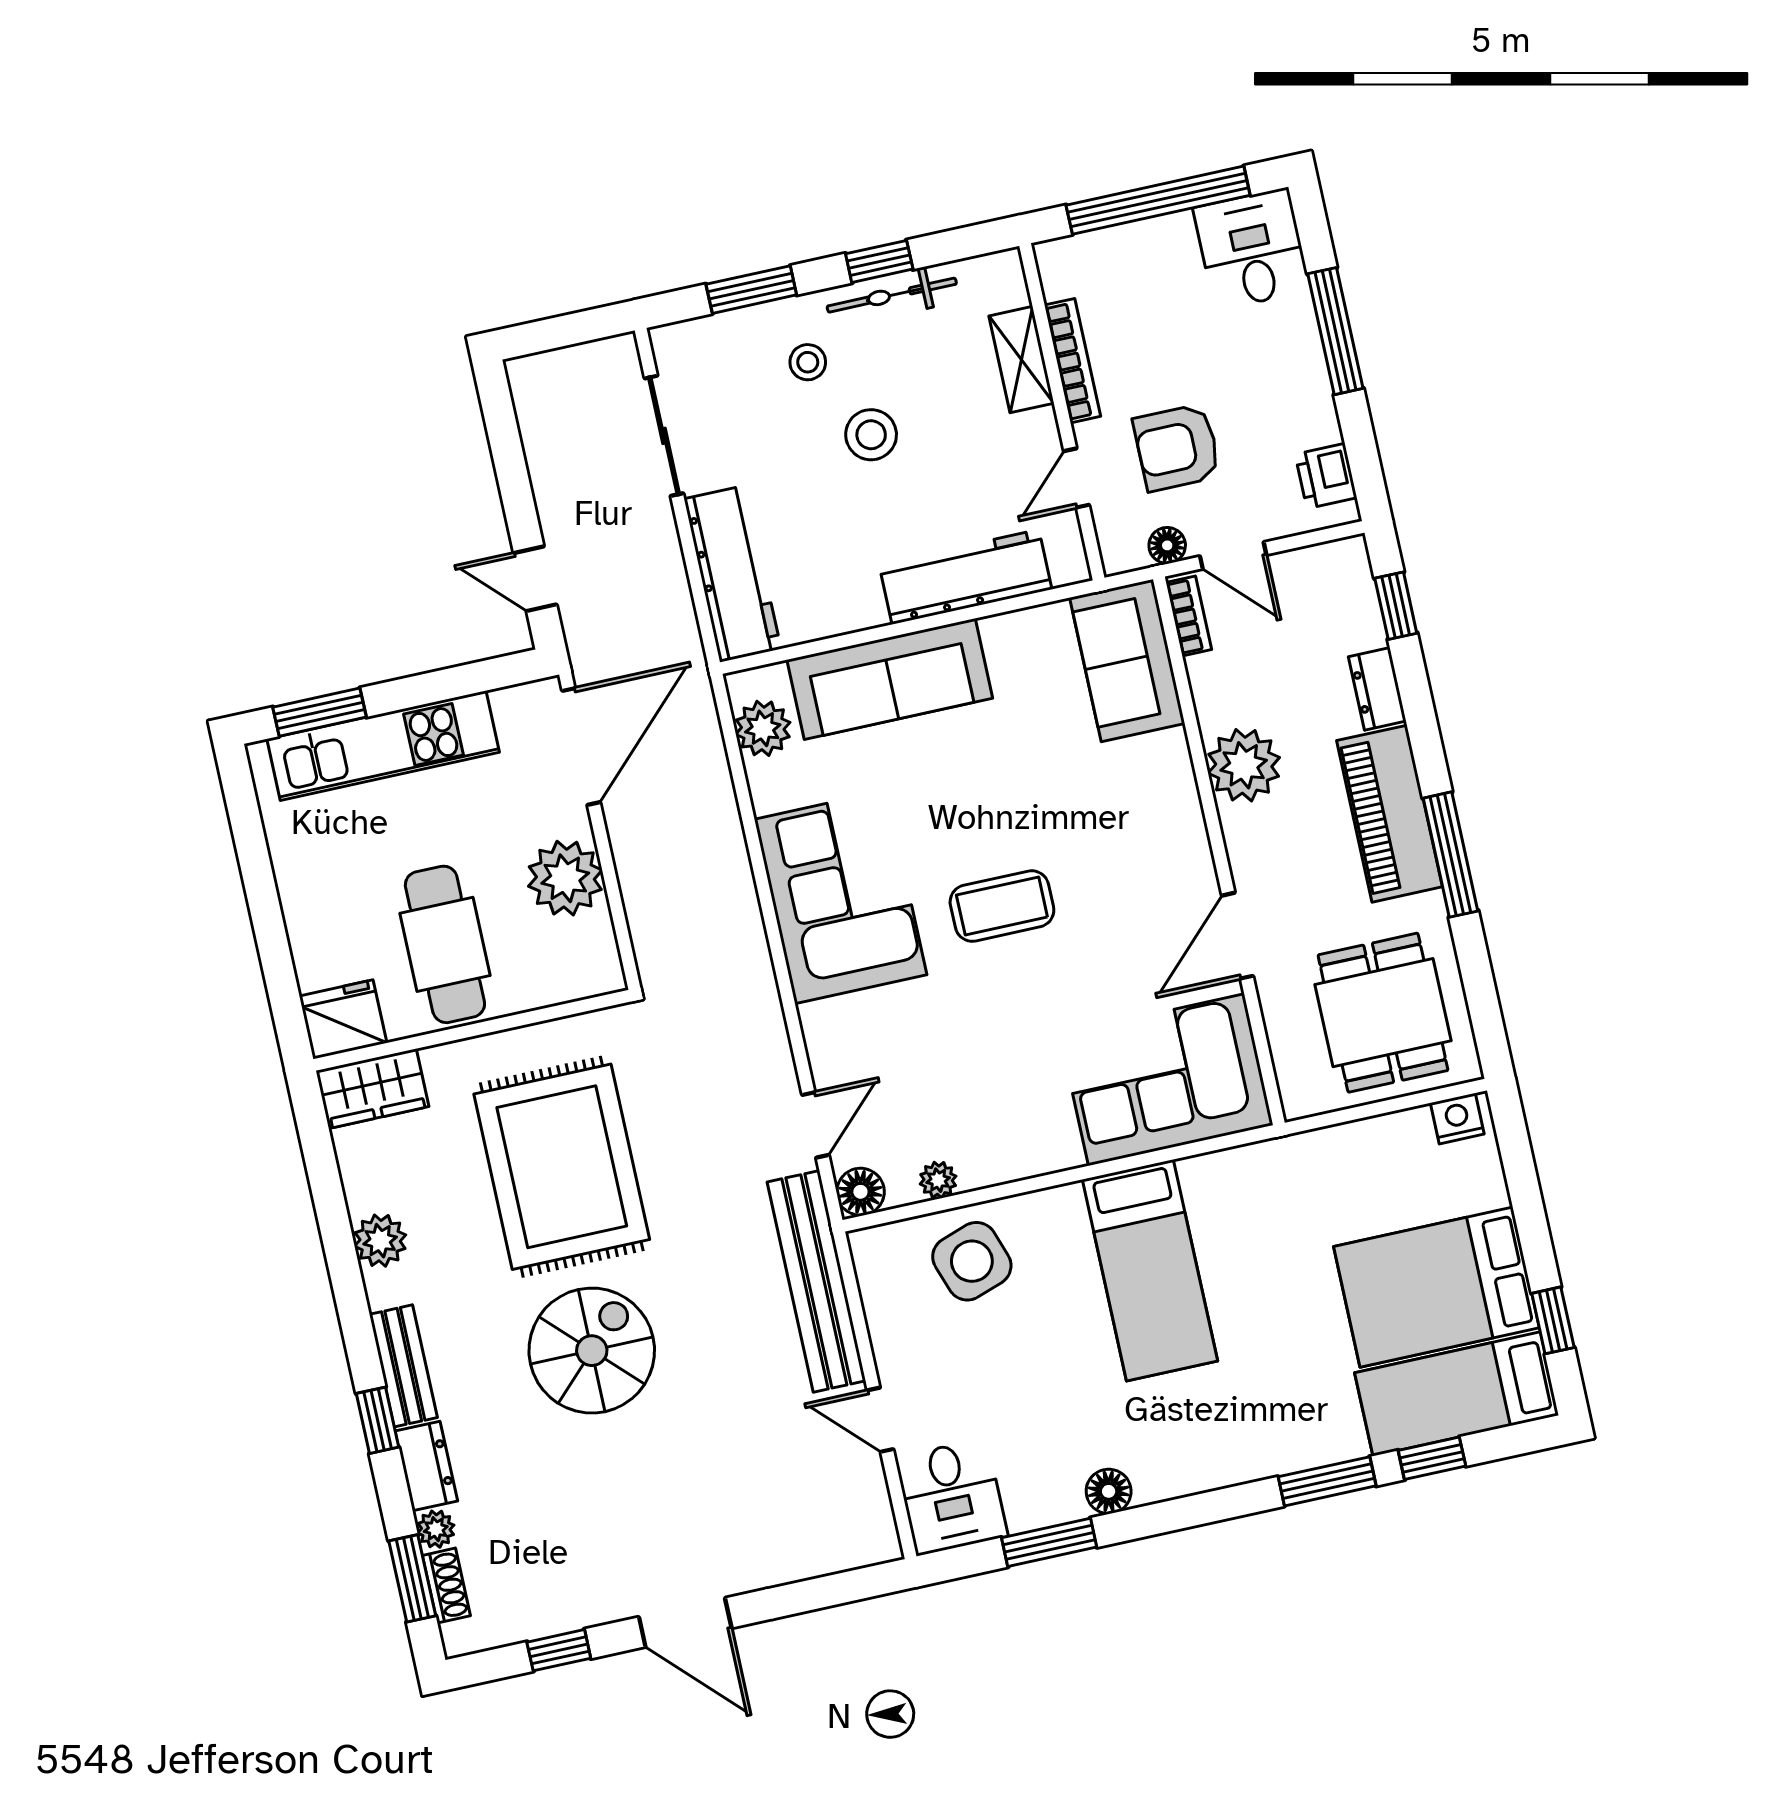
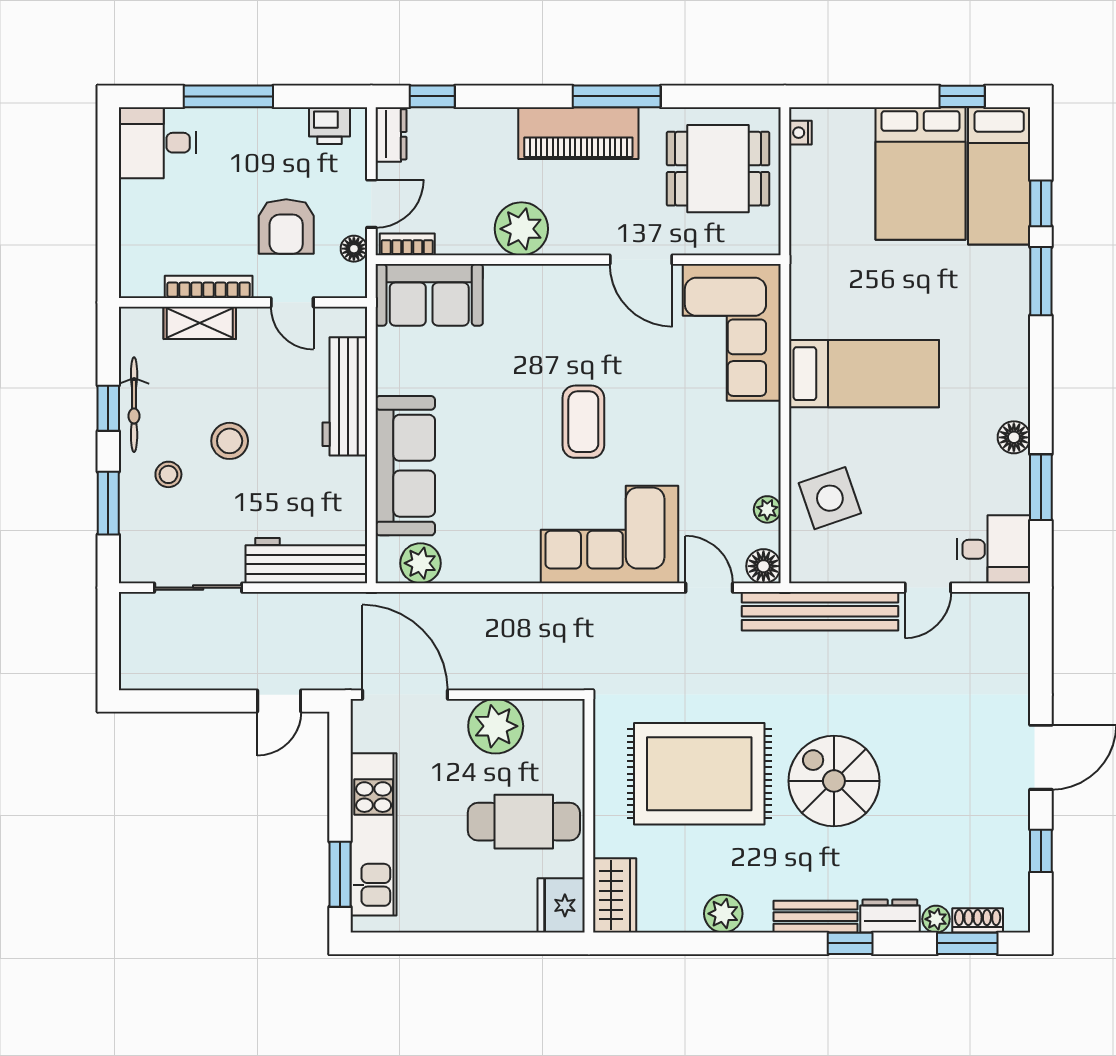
window: (1158, 200) -> (108, 201), removed
dresser: (1377, 689) -> (391, 134), moved, turned -90
corner sofa: (841, 897) -> (609, 534), moved
nightstand: (1457, 1118) -> (800, 133), width x0.72, depth x0.74

